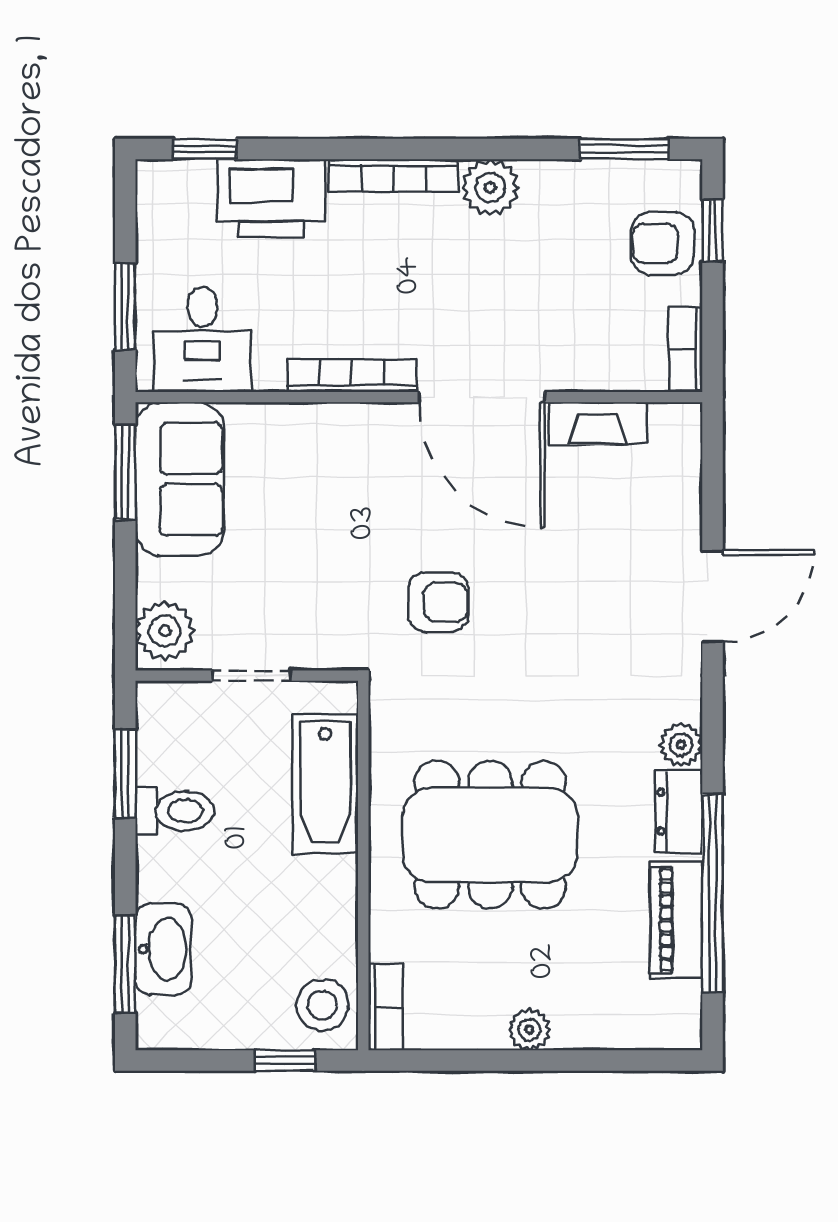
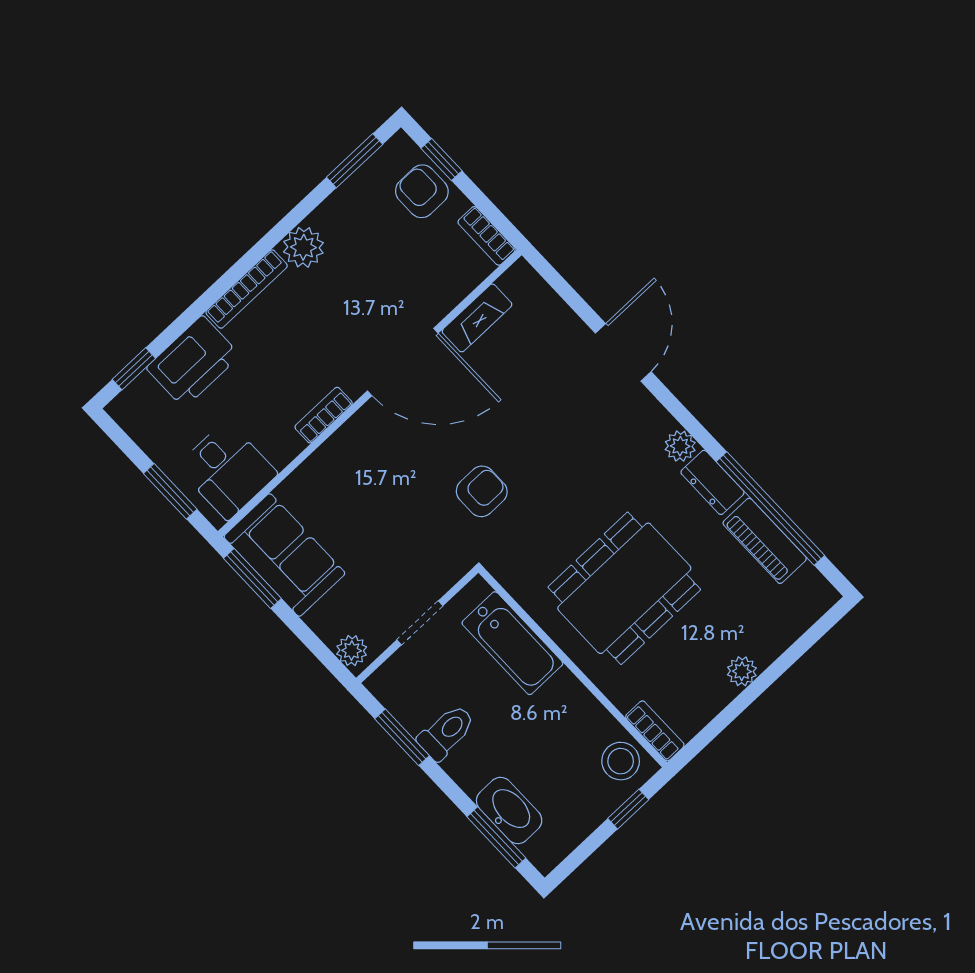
armchair: (663, 243) -> (422, 191), turned 90
bookcase: (352, 375) -> (324, 415), width x0.64
plant: (165, 631) -> (352, 651), width x0.73, depth x0.73

